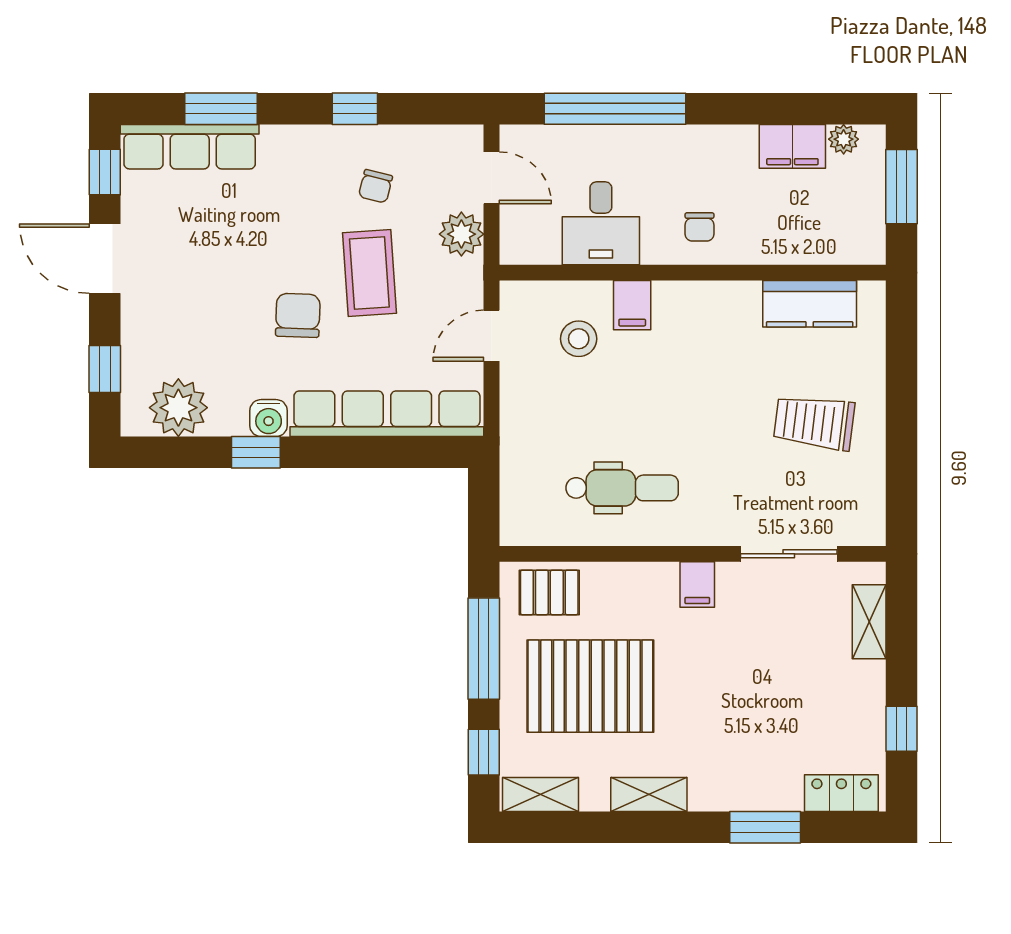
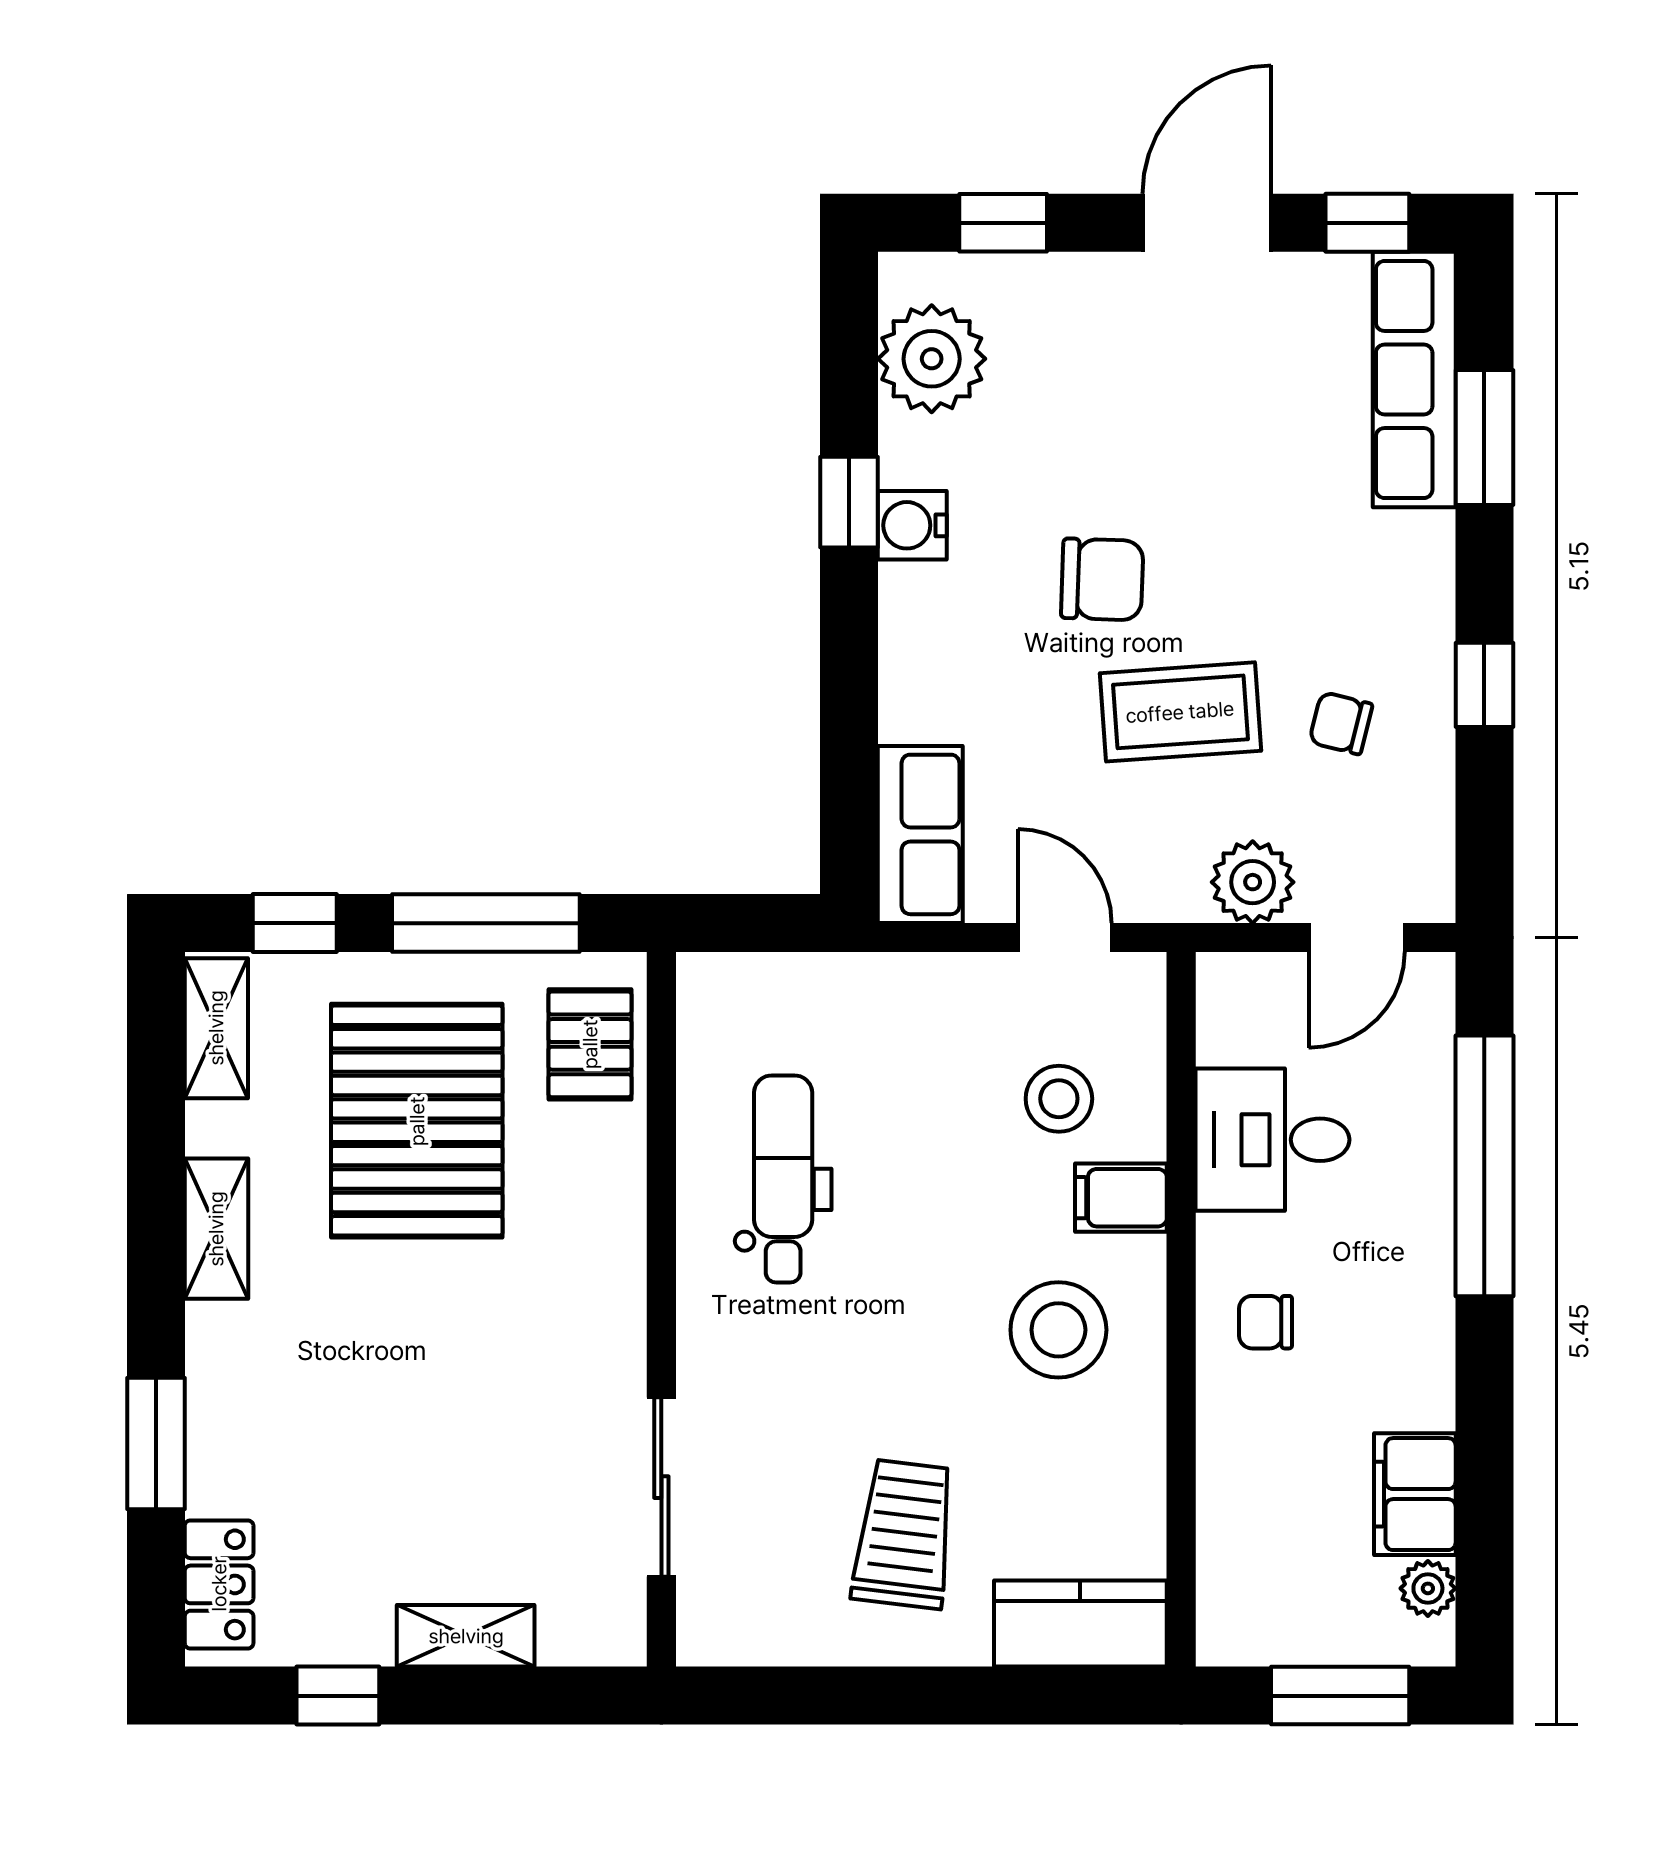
kitchen counter: (810, 304) -> (1080, 1624), moved, turned 90
stool: (704, 339) -> (1058, 1330), added
row of seats: (387, 414) -> (920, 834), width x0.50
dental chair: (622, 488) -> (783, 1179), turned 180
filing cabinet: (697, 584) -> (605, 1318), removed
shelving: (869, 622) -> (466, 1636), moved

